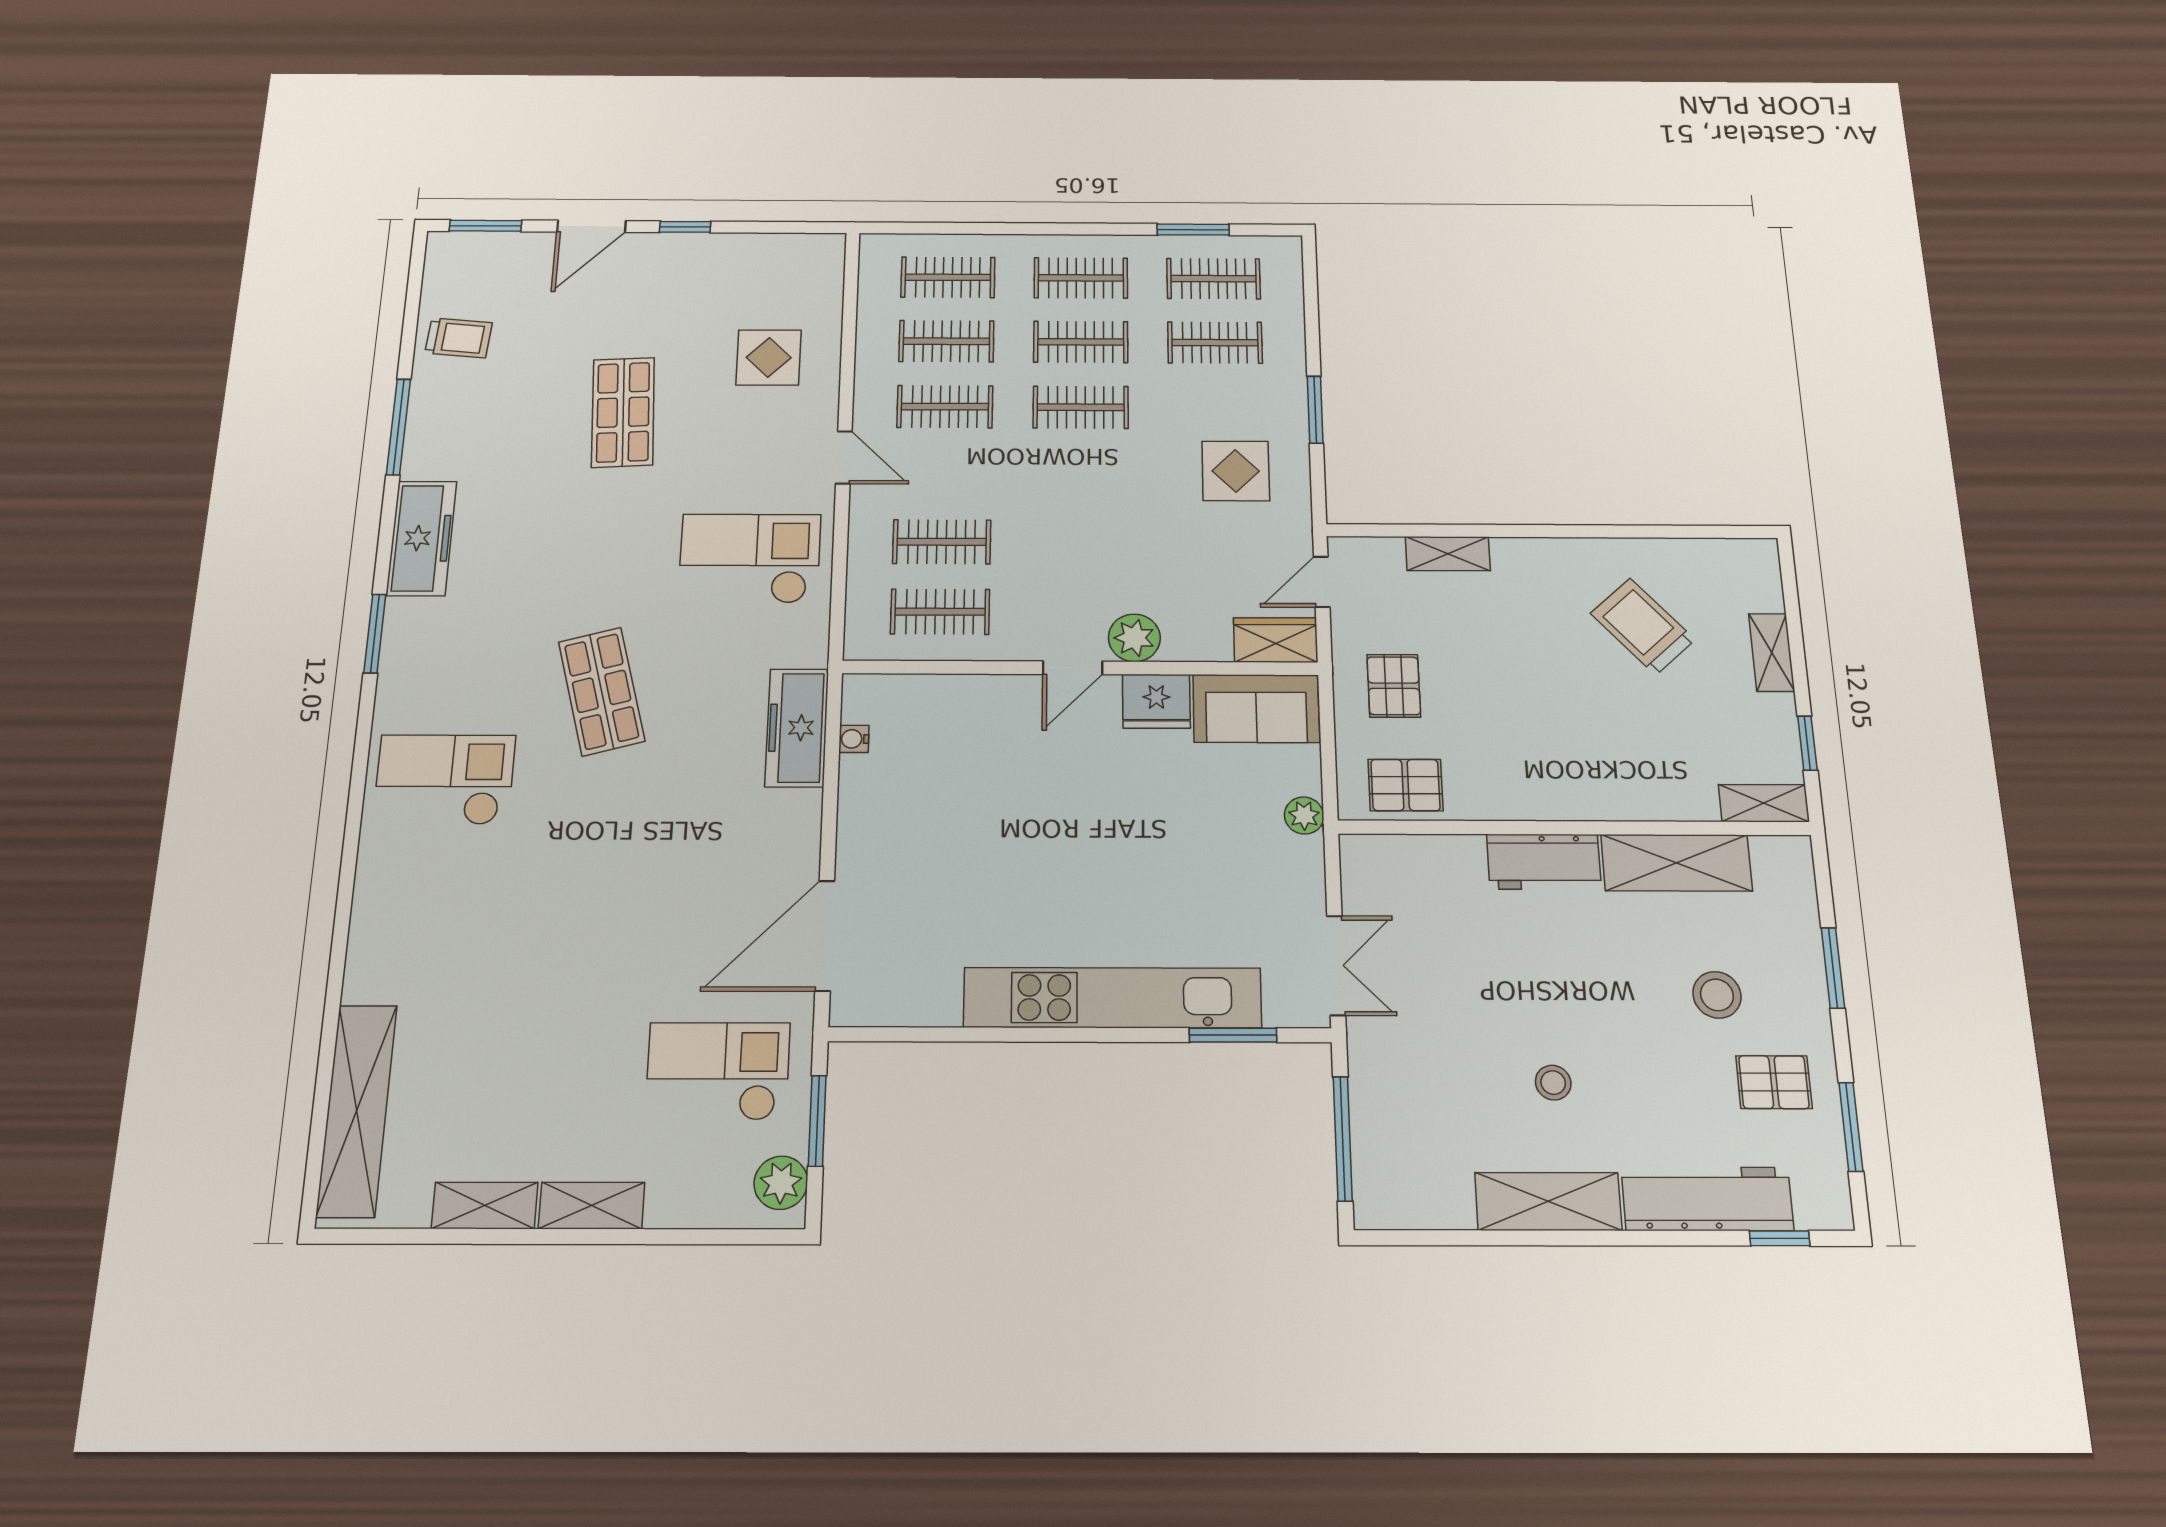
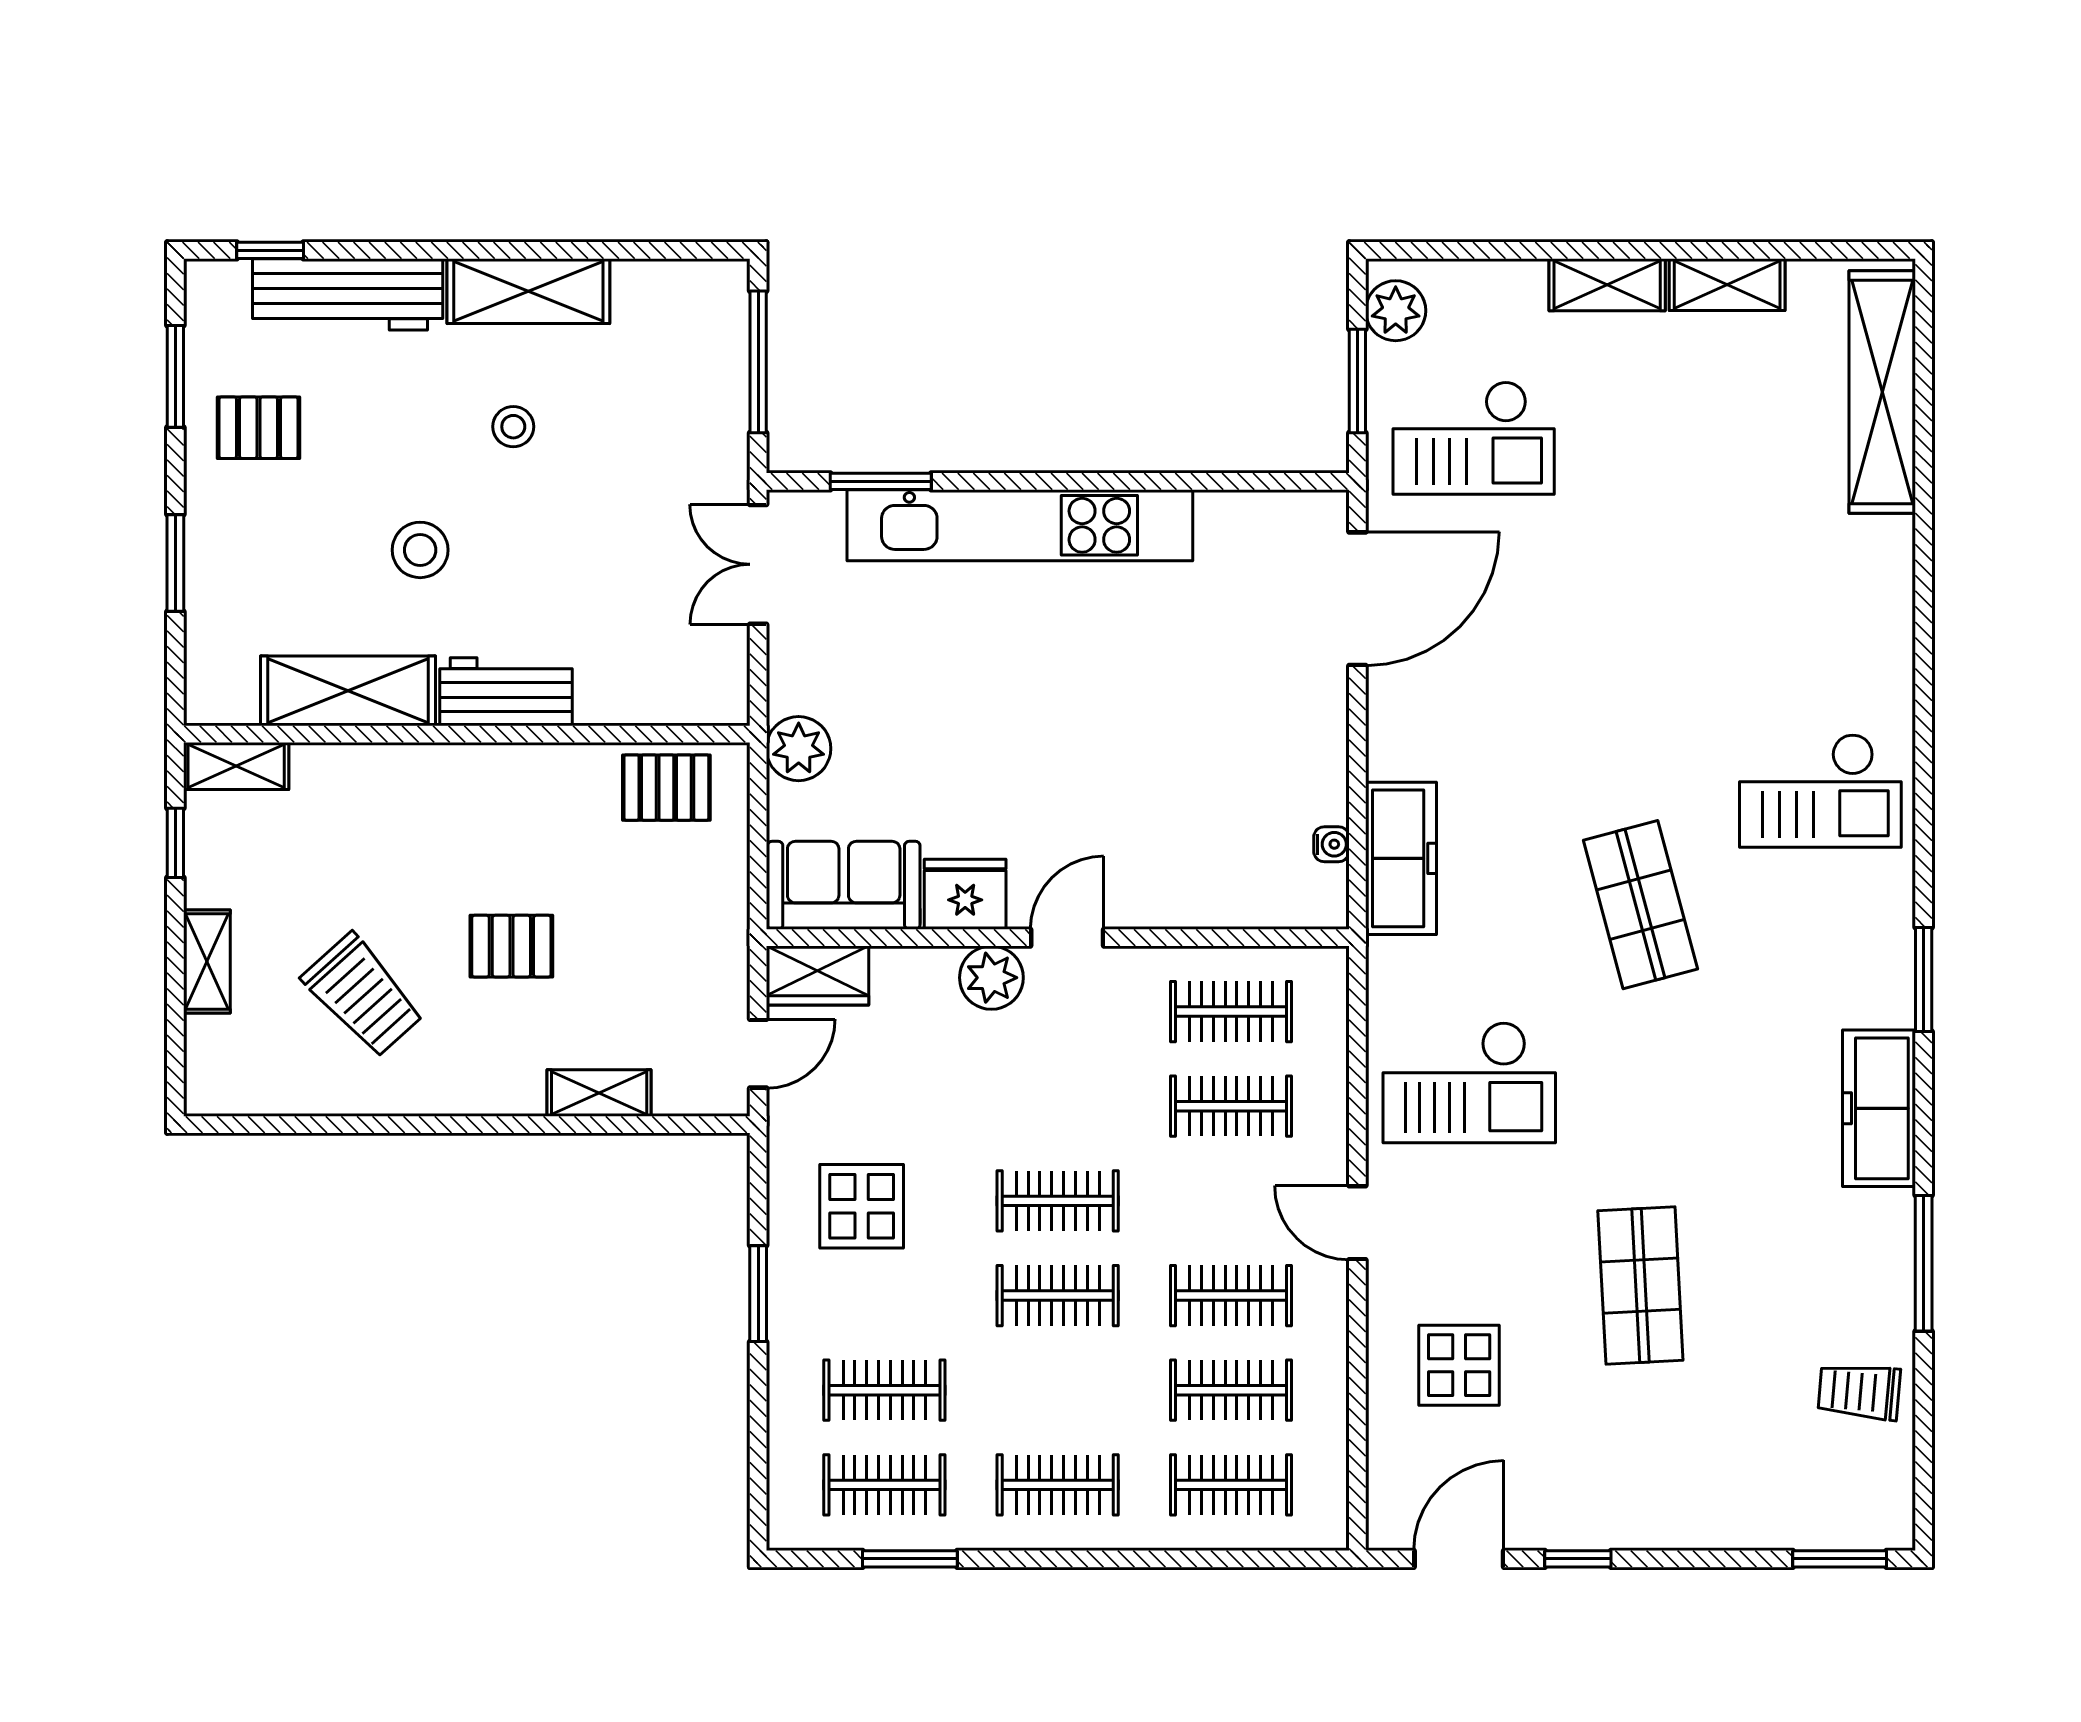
door: (591, 226) -> (1459, 1559), moved
clothes rail: (1081, 342) -> (1058, 1201), moved
pallet: (1394, 686) -> (511, 946), moved, turned 90
plant: (1304, 816) -> (799, 749), width x1.38, depth x1.38
stool: (1717, 995) -> (420, 550), moved

